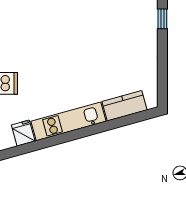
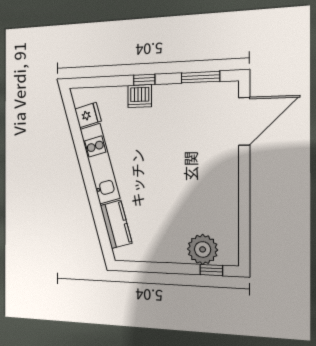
plant: (145, 26) -> (203, 249), added

